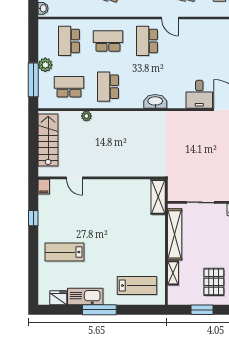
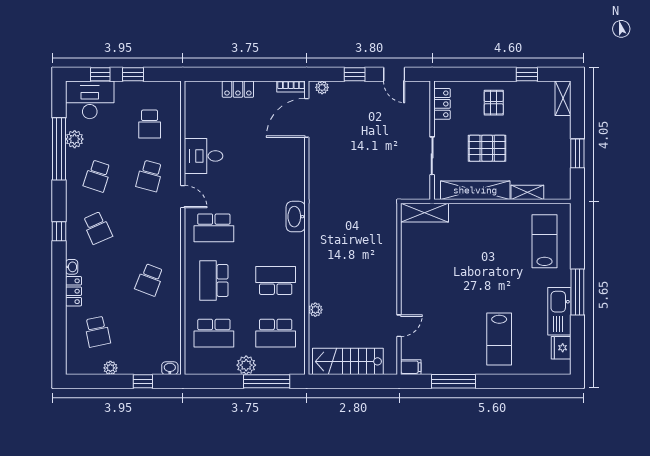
door: (170, 18) -> (183, 197), hinge flipped
school desk: (69, 87) -> (276, 333), turned -90
school desk: (108, 87) -> (276, 280), turned 180
desk: (199, 94) -> (204, 156), moved, turned 180
window: (33, 218) -> (453, 381), width x2.17
pallet: (214, 282) -> (487, 148), moved

